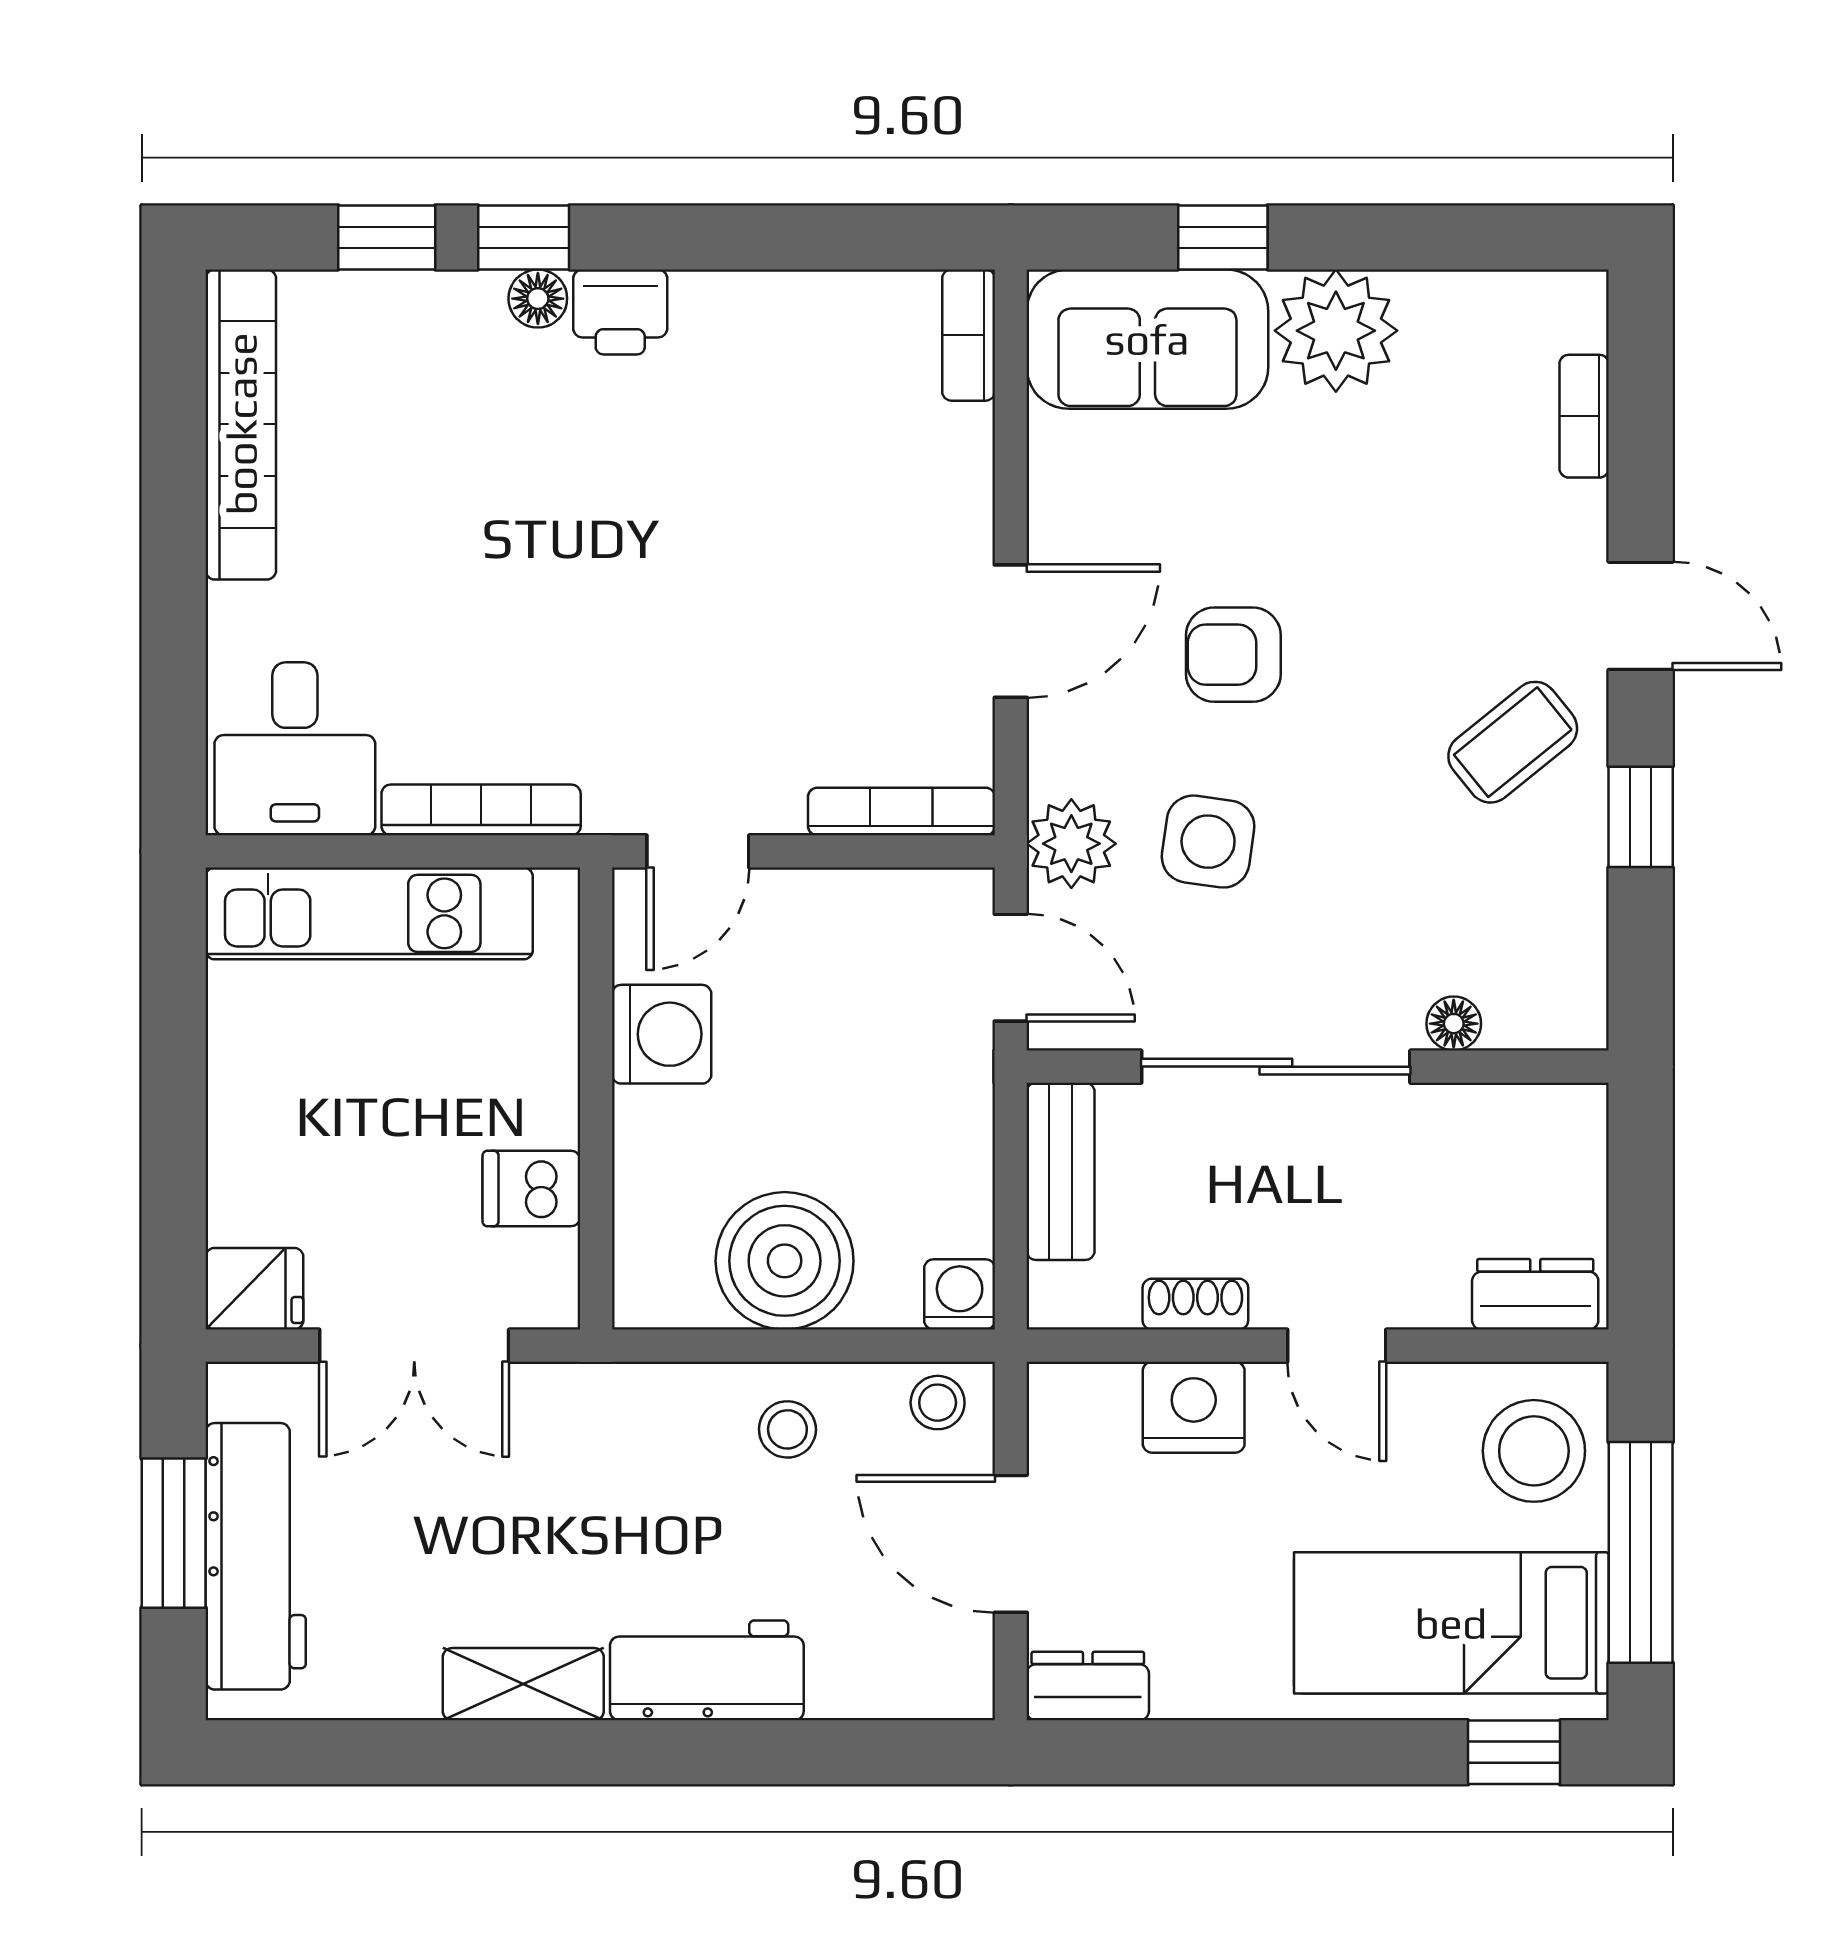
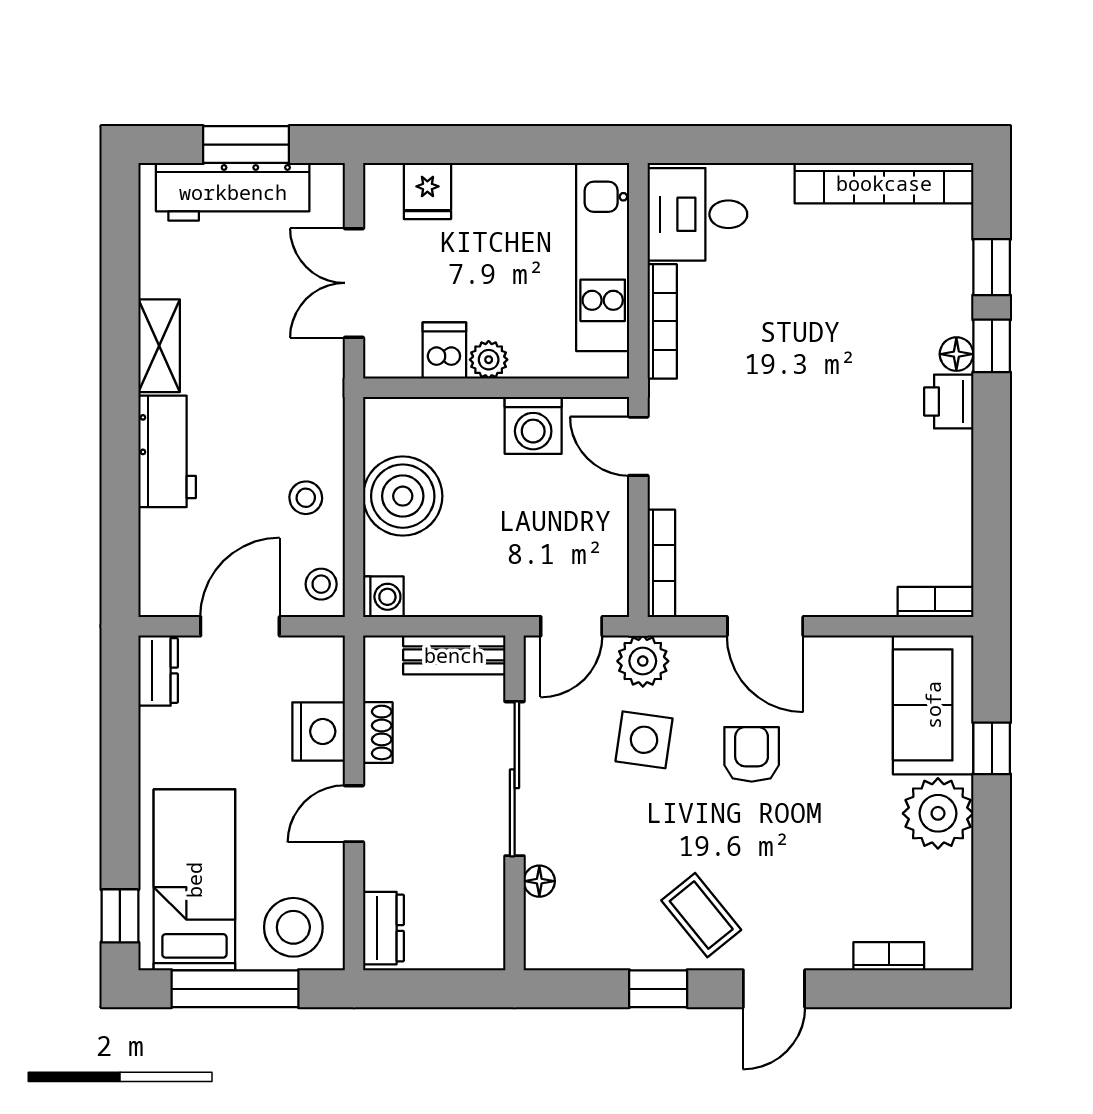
plant: (548, 1112) -> (489, 360), added
fridge: (254, 1289) -> (427, 191), moved

